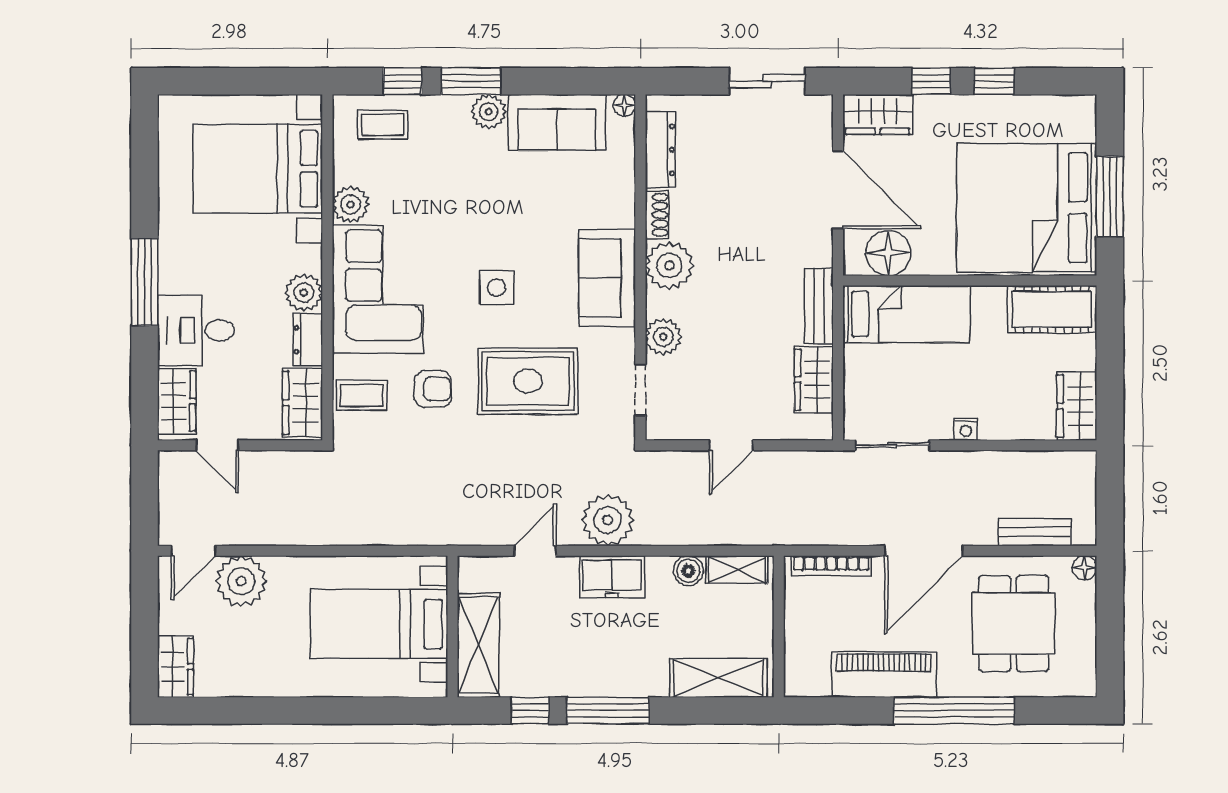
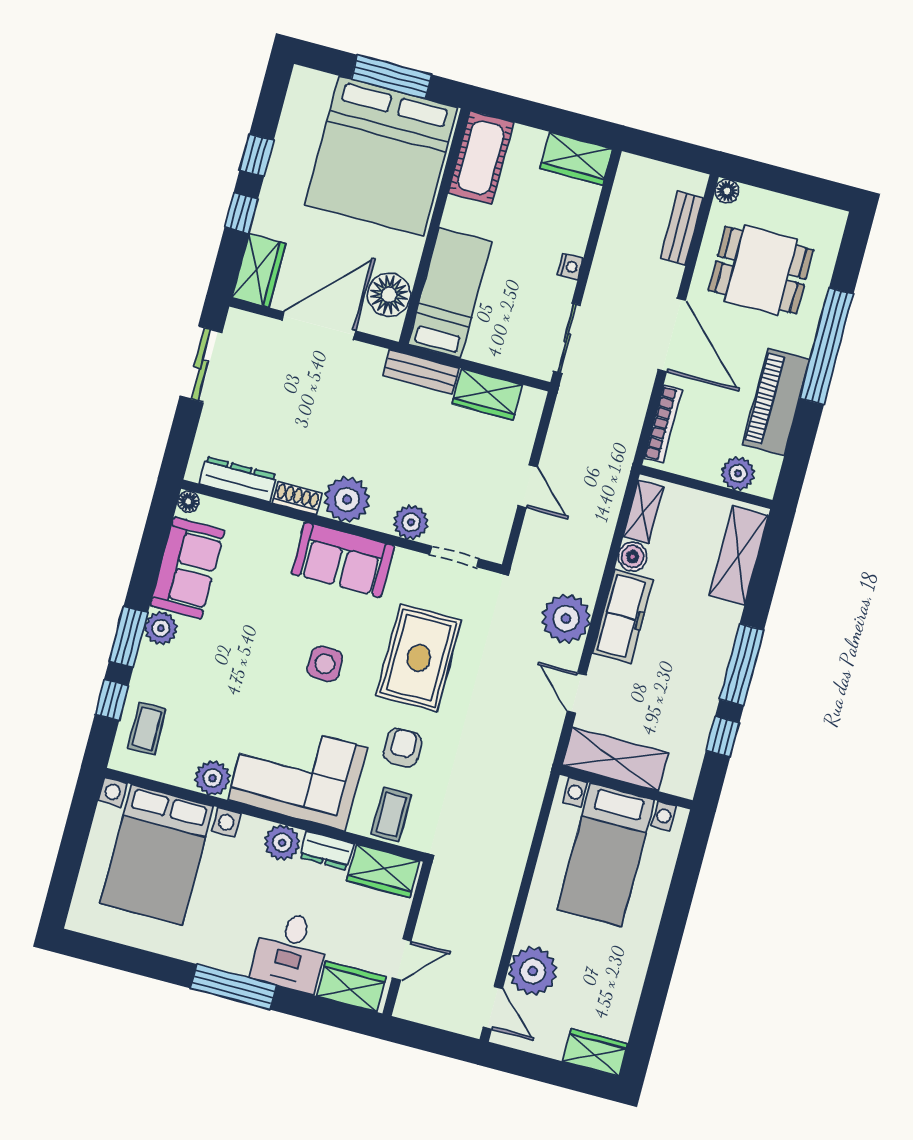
freezer: (612, 577) -> (623, 616), width x1.40
shelving: (478, 645) -> (615, 759), moved
plant: (801, 655) -> (738, 473), added

